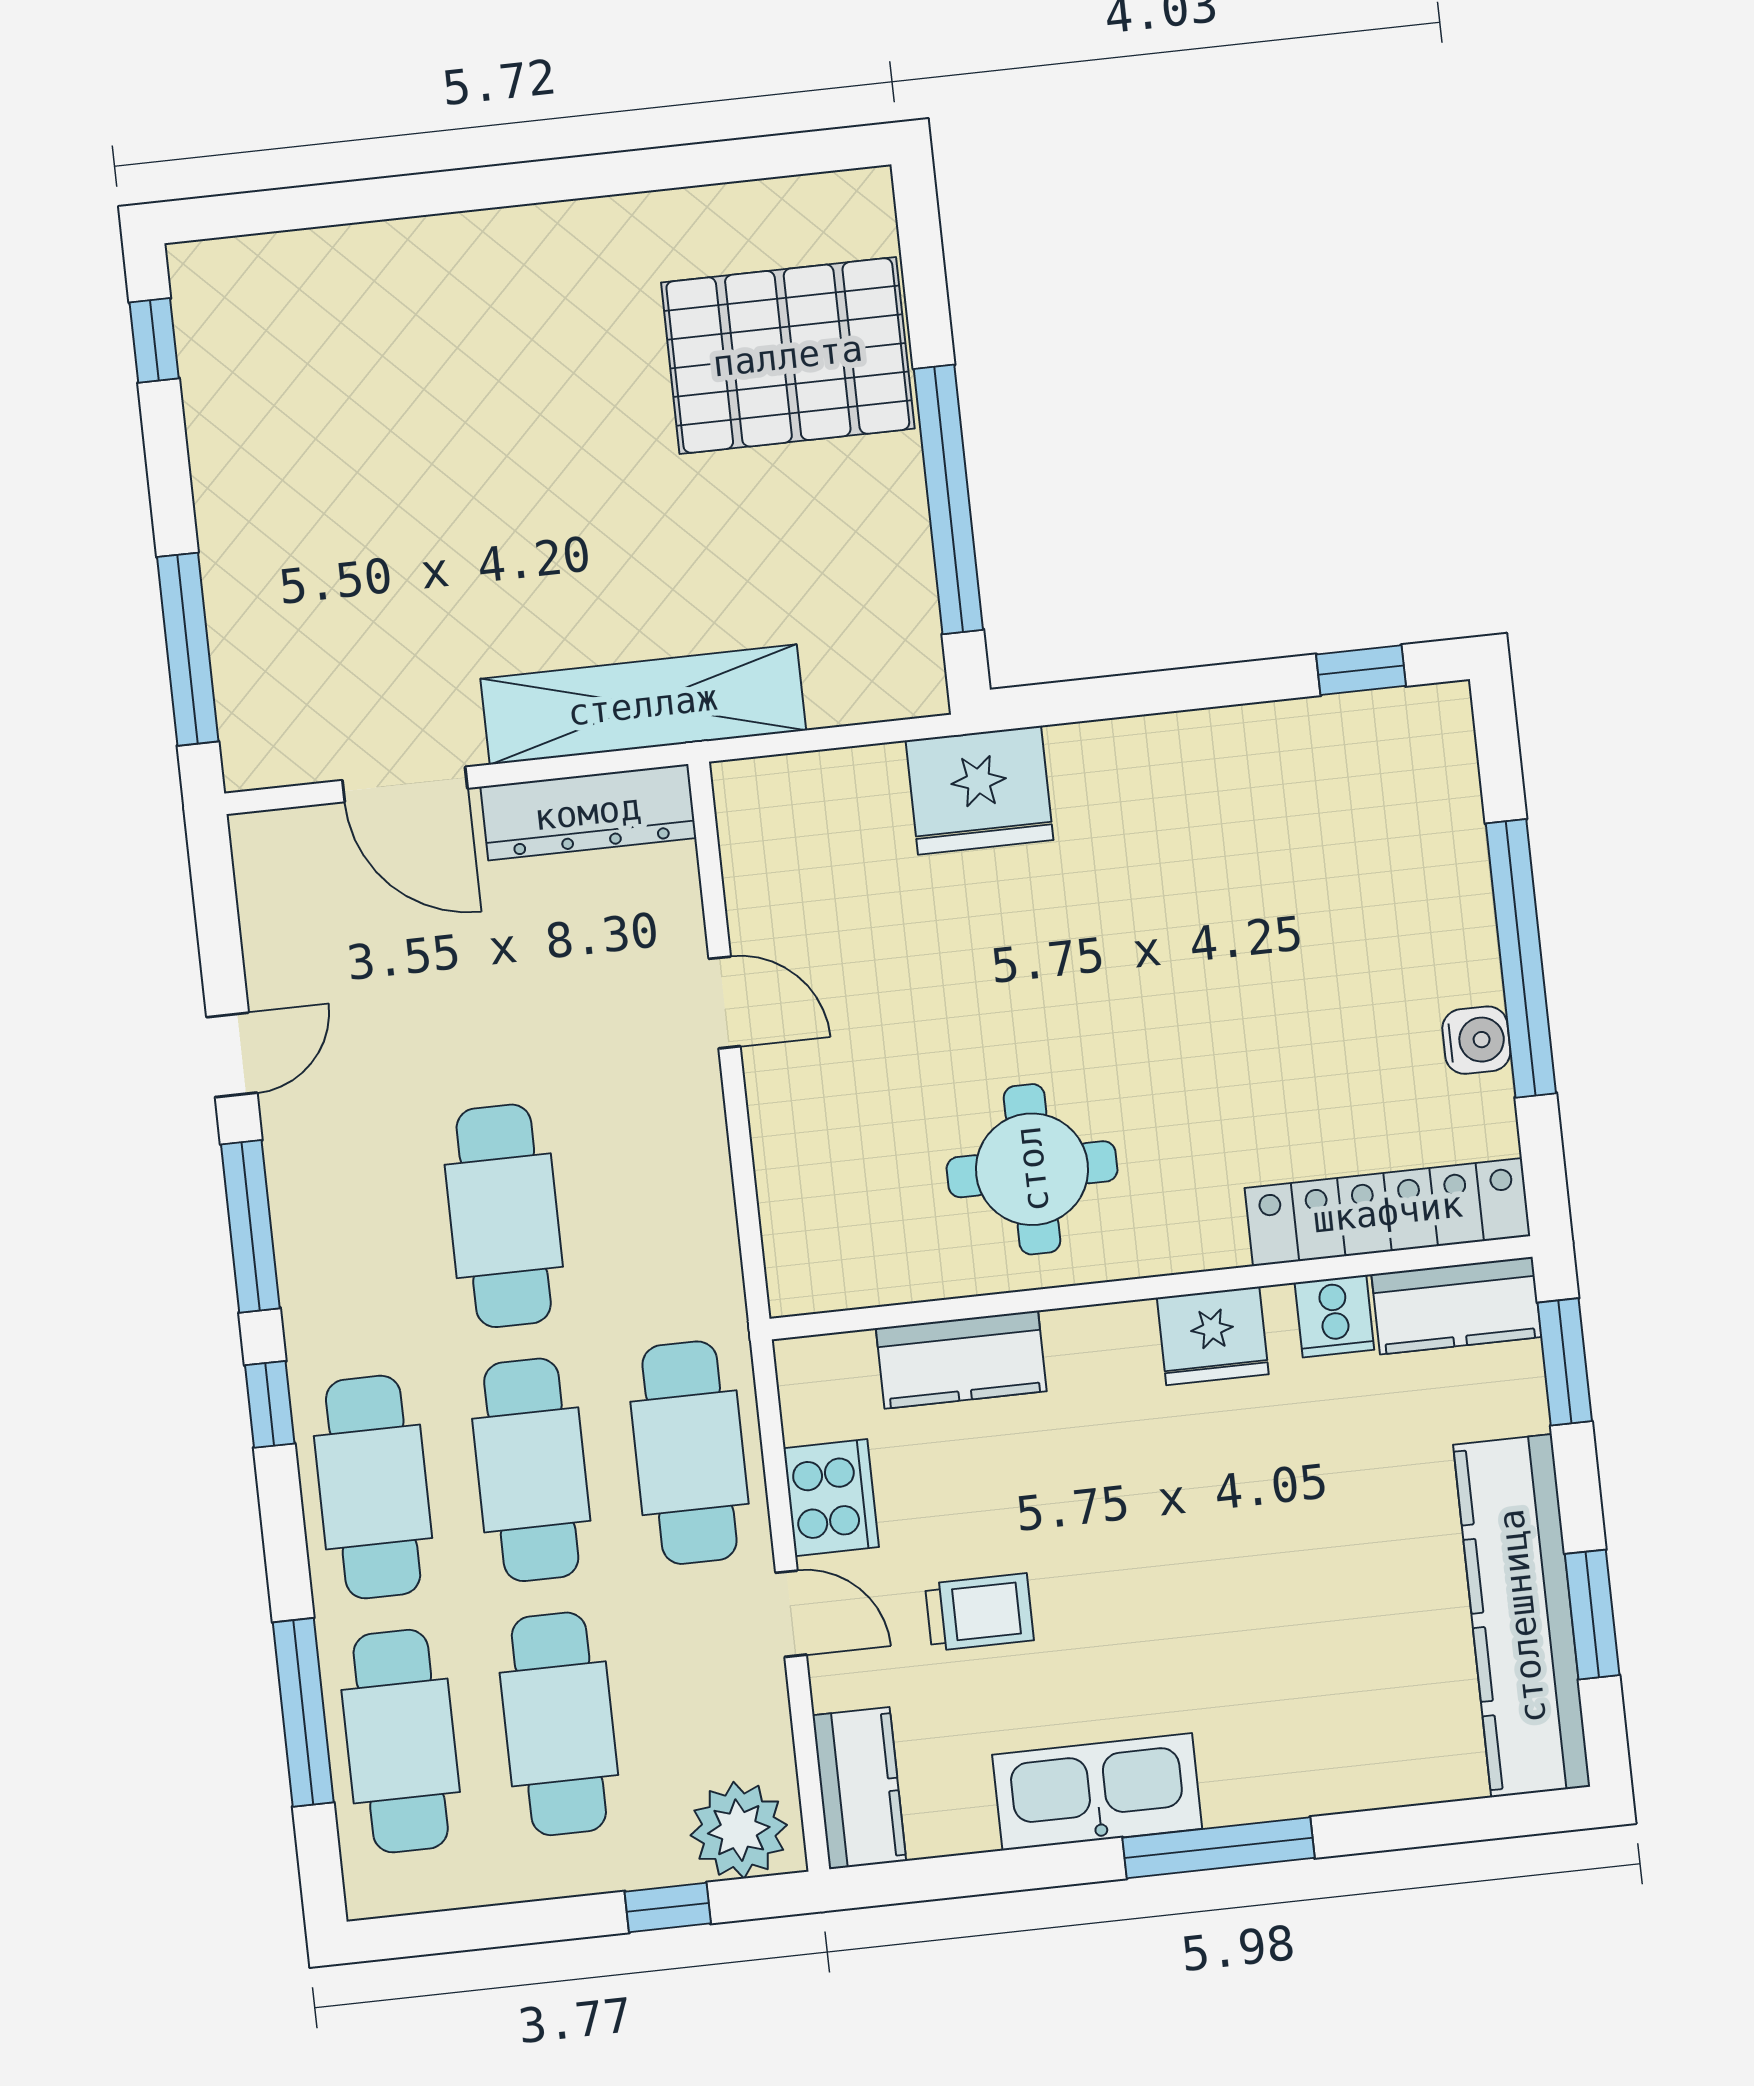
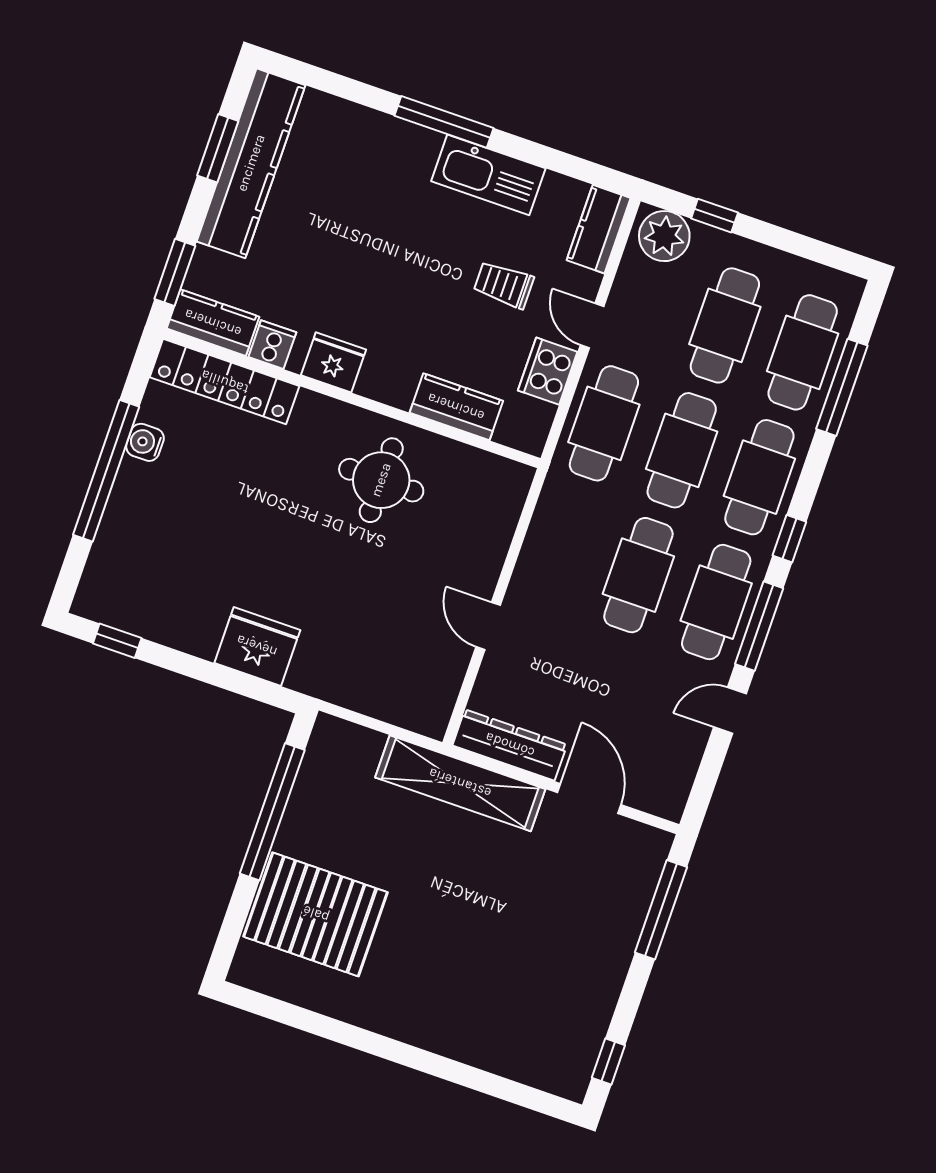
fridge: (980, 790) -> (257, 646), moved
cafe table: (345, 1233) -> (716, 602), added

